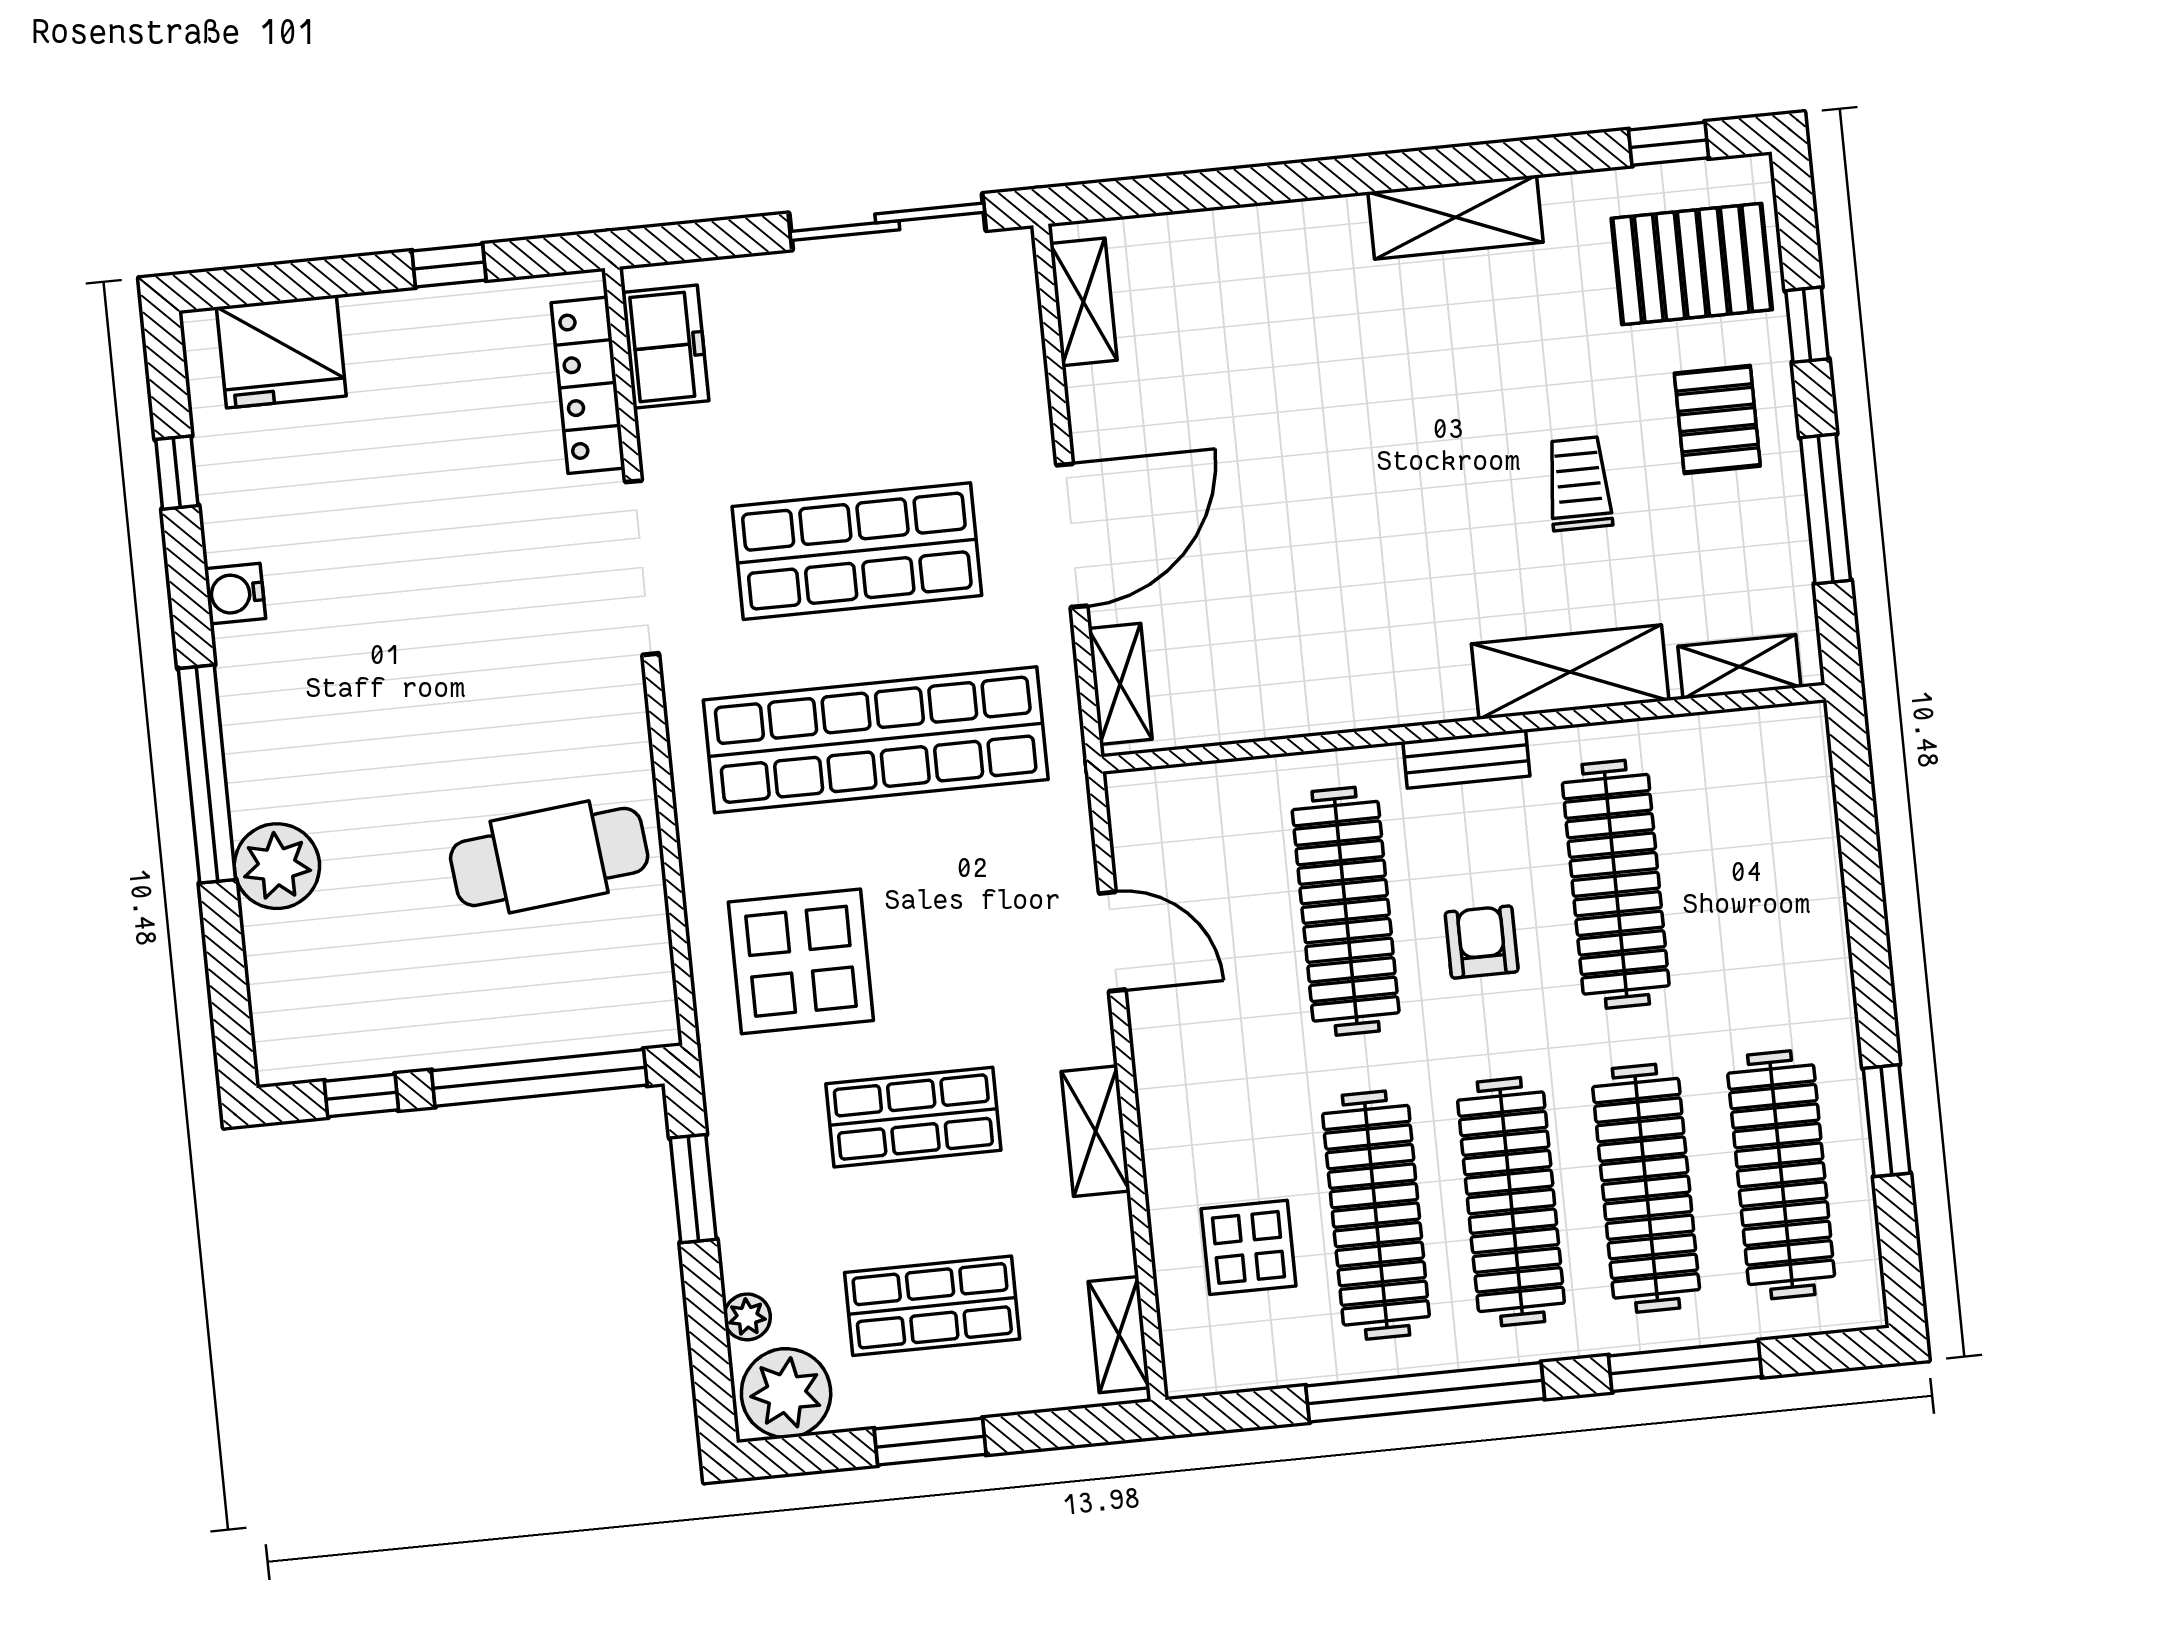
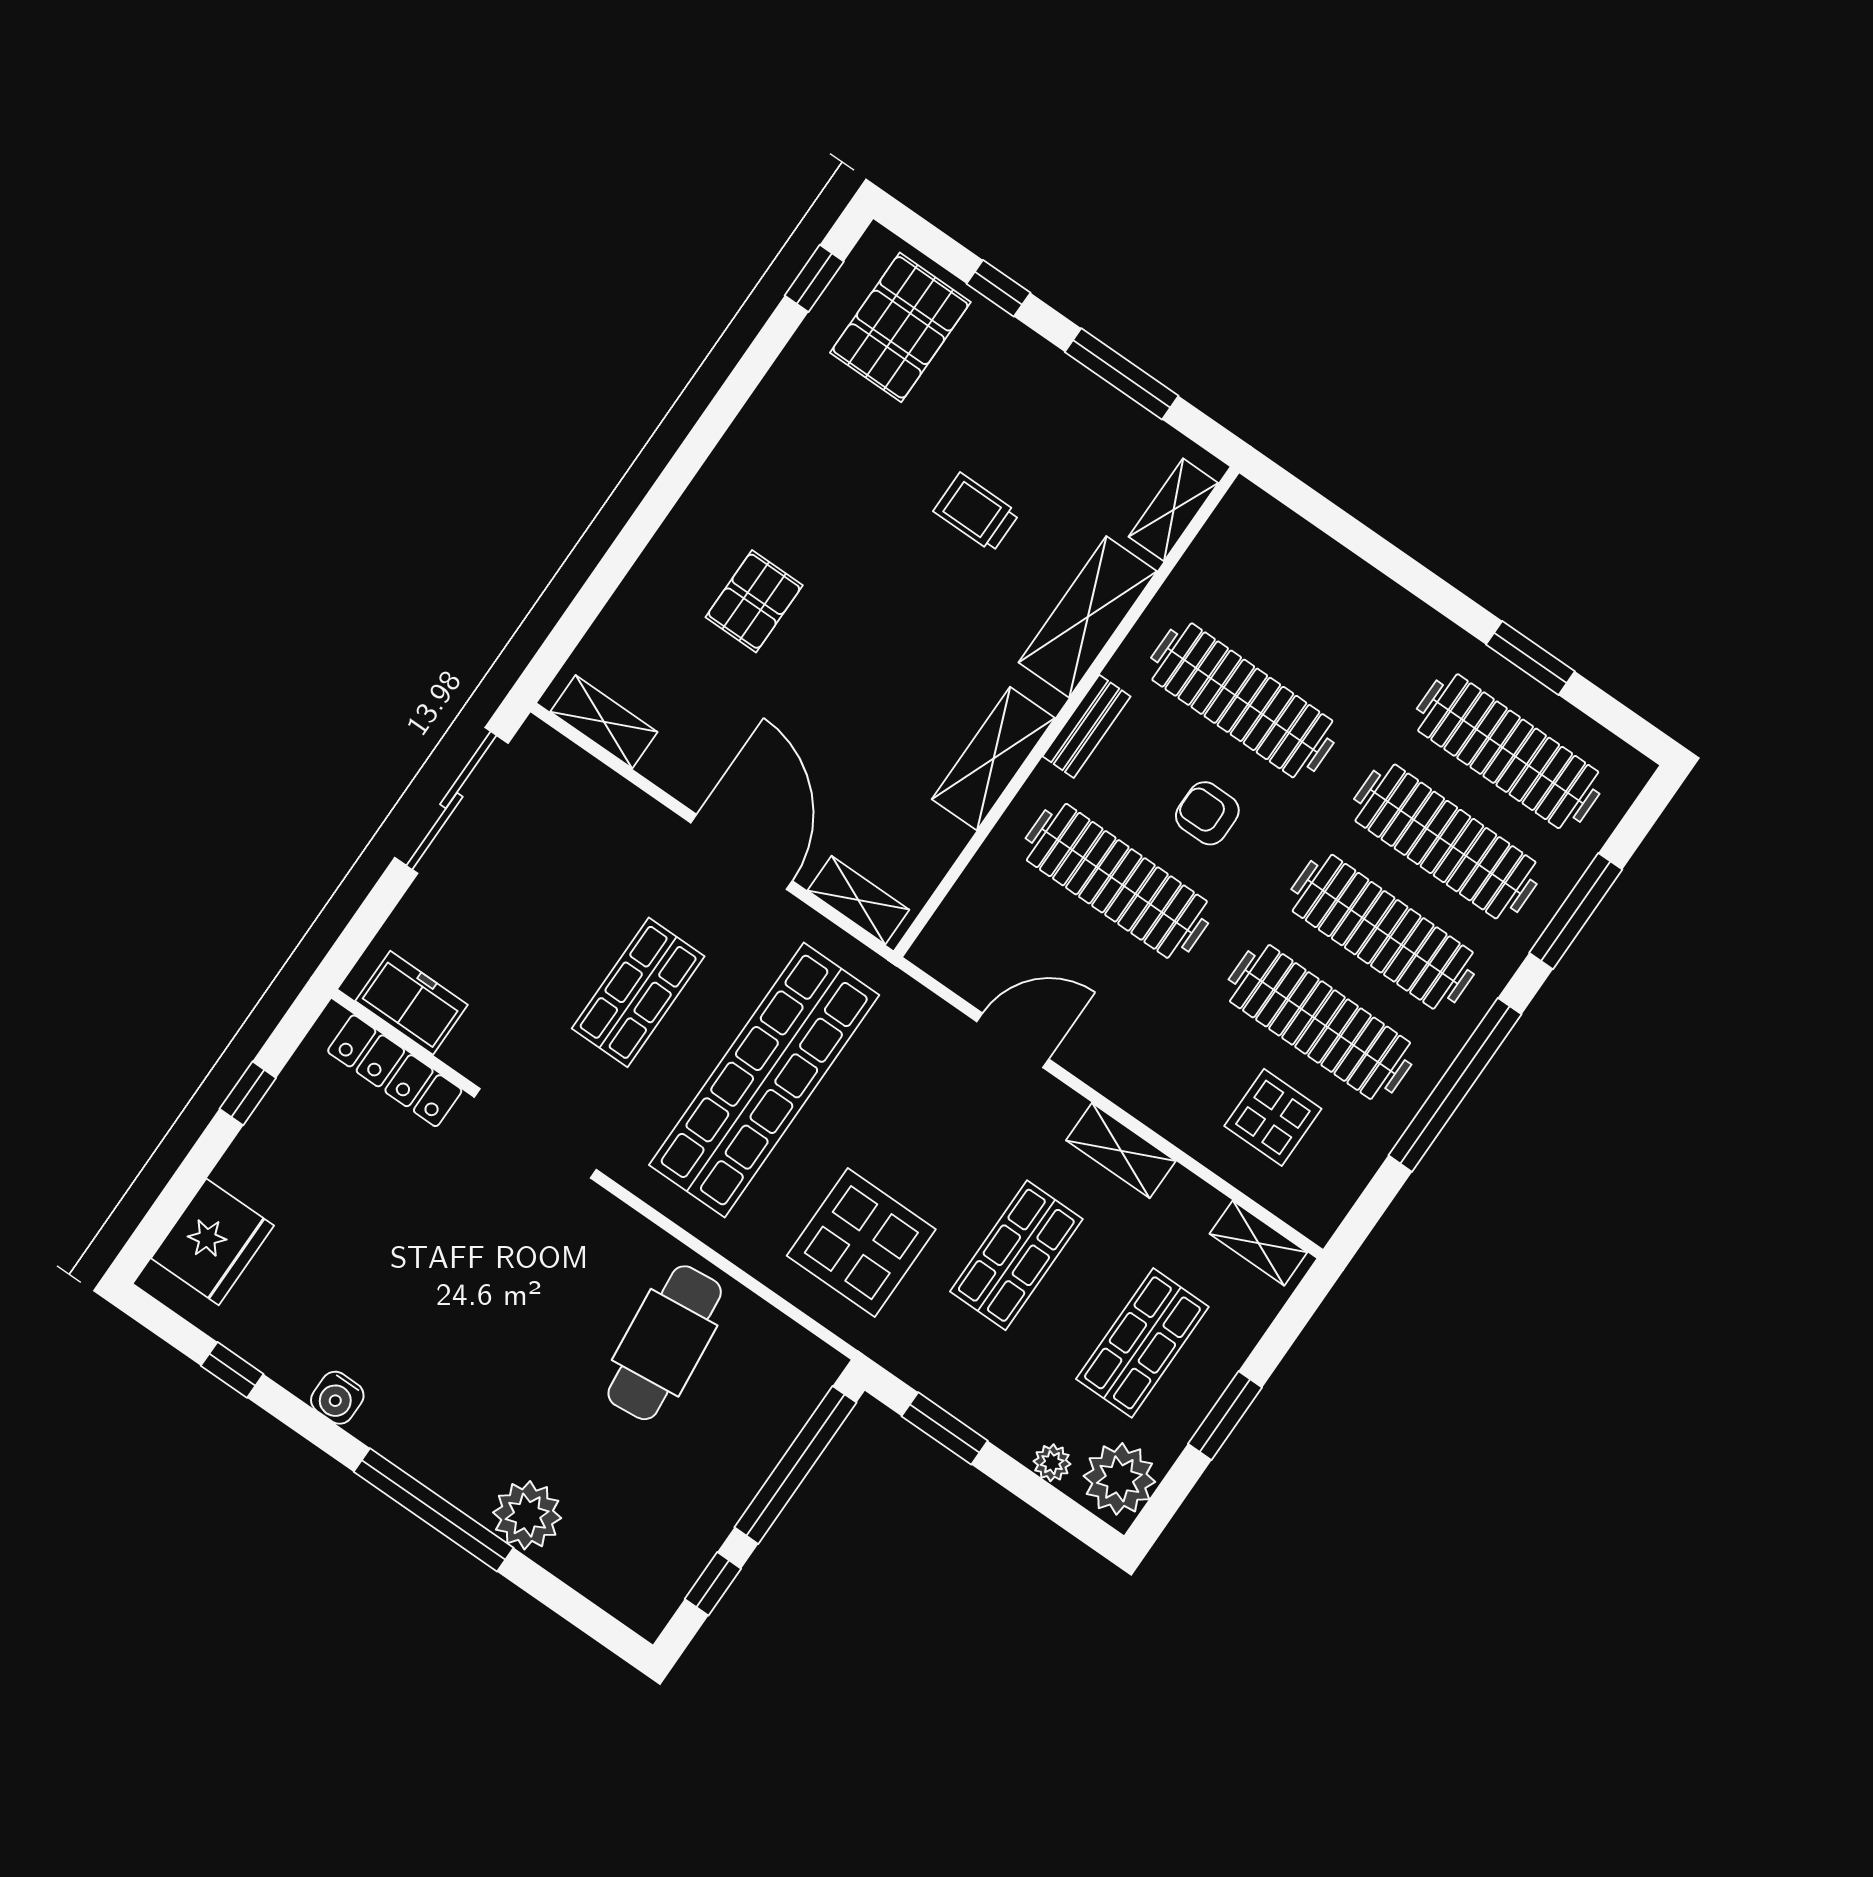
shelving: (1456, 217) -> (993, 759), moved
pallet: (1717, 420) -> (754, 601), moved, turned 90
shop shelf: (857, 551) -> (638, 992), width x0.70, depth x0.74

